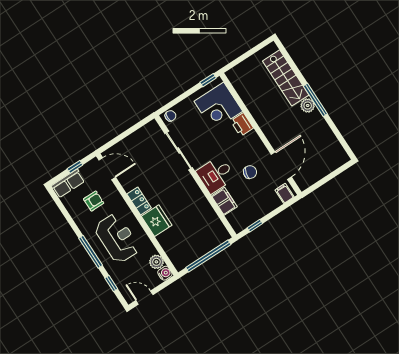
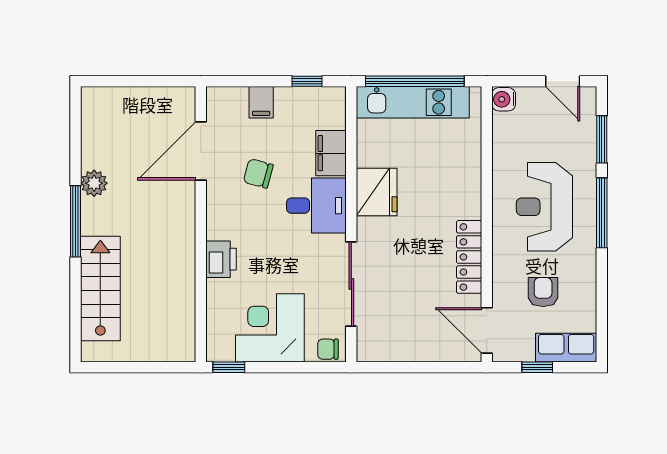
corner desk: (218, 106) -> (270, 328), moved, turned -90
plant: (308, 106) -> (94, 183), moved
filing cabinet: (284, 193) -> (261, 102), moved
armchair: (94, 201) -> (543, 292), turned 90
locker: (139, 201) -> (469, 257), width x1.53
fridge: (157, 221) -> (377, 192), moved, turned 180
kitchen unit: (203, 246) -> (413, 102), added
plant: (156, 262) -> (505, 127), removed
window: (111, 283) -> (602, 139), width x1.50

